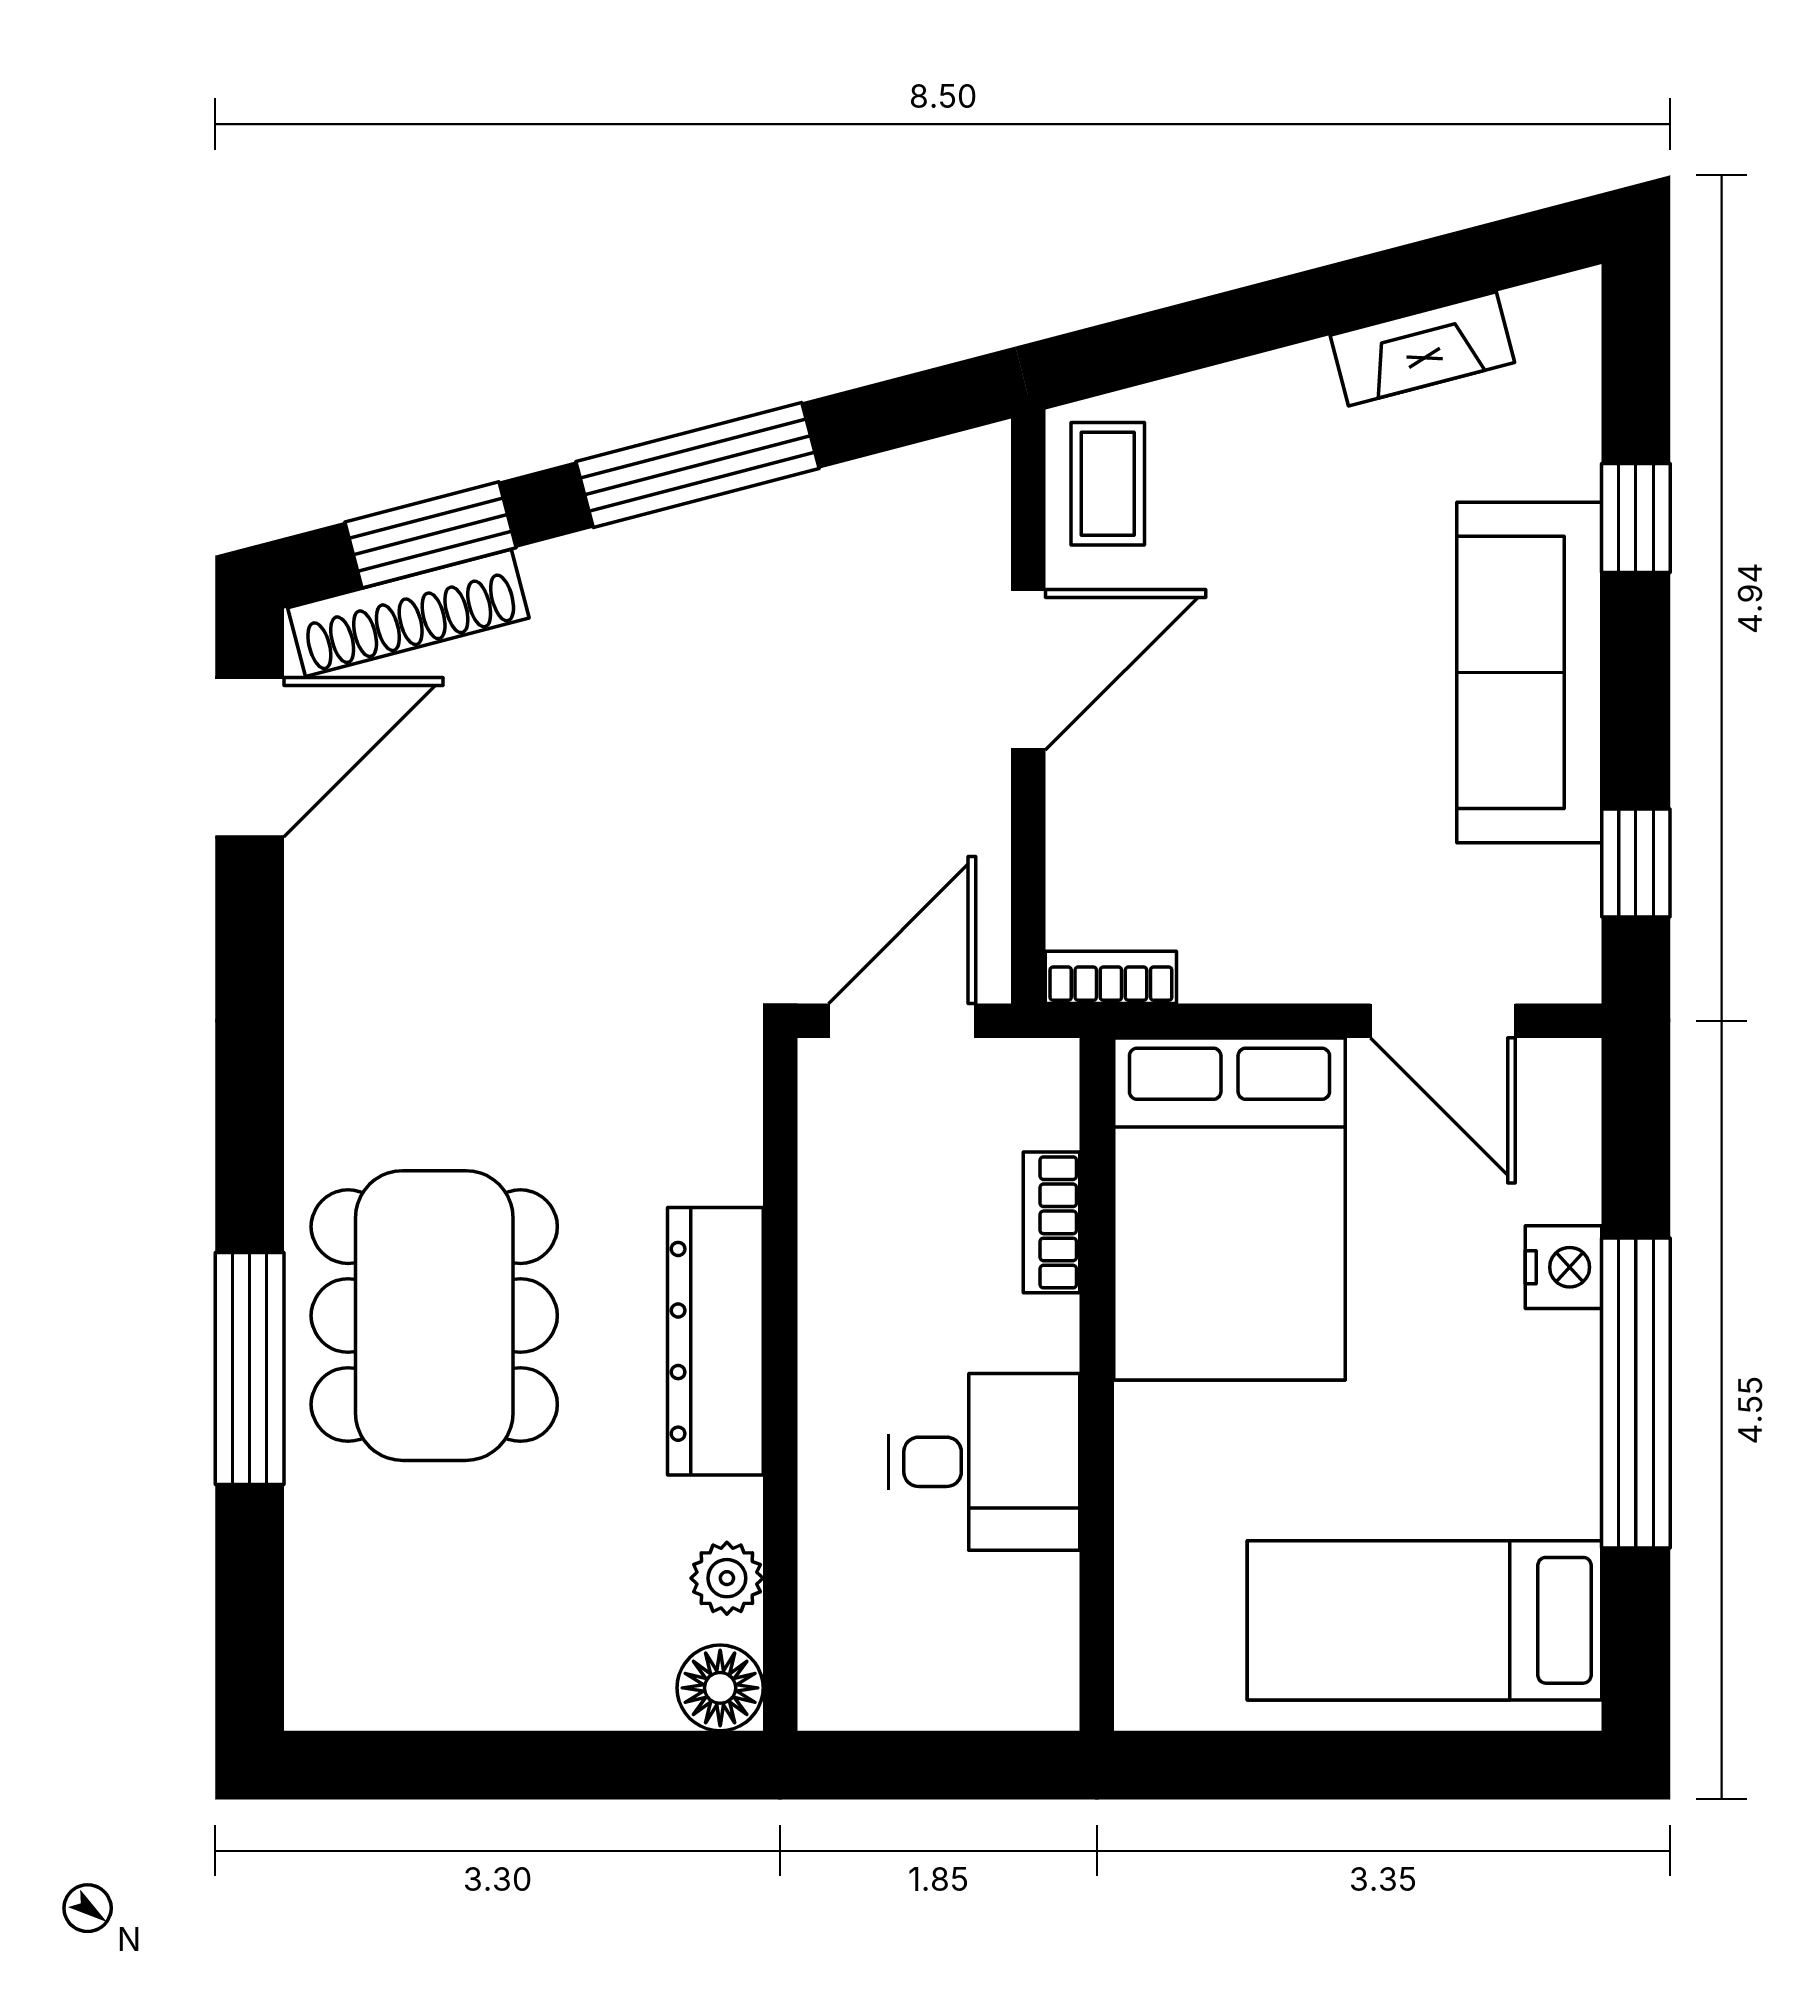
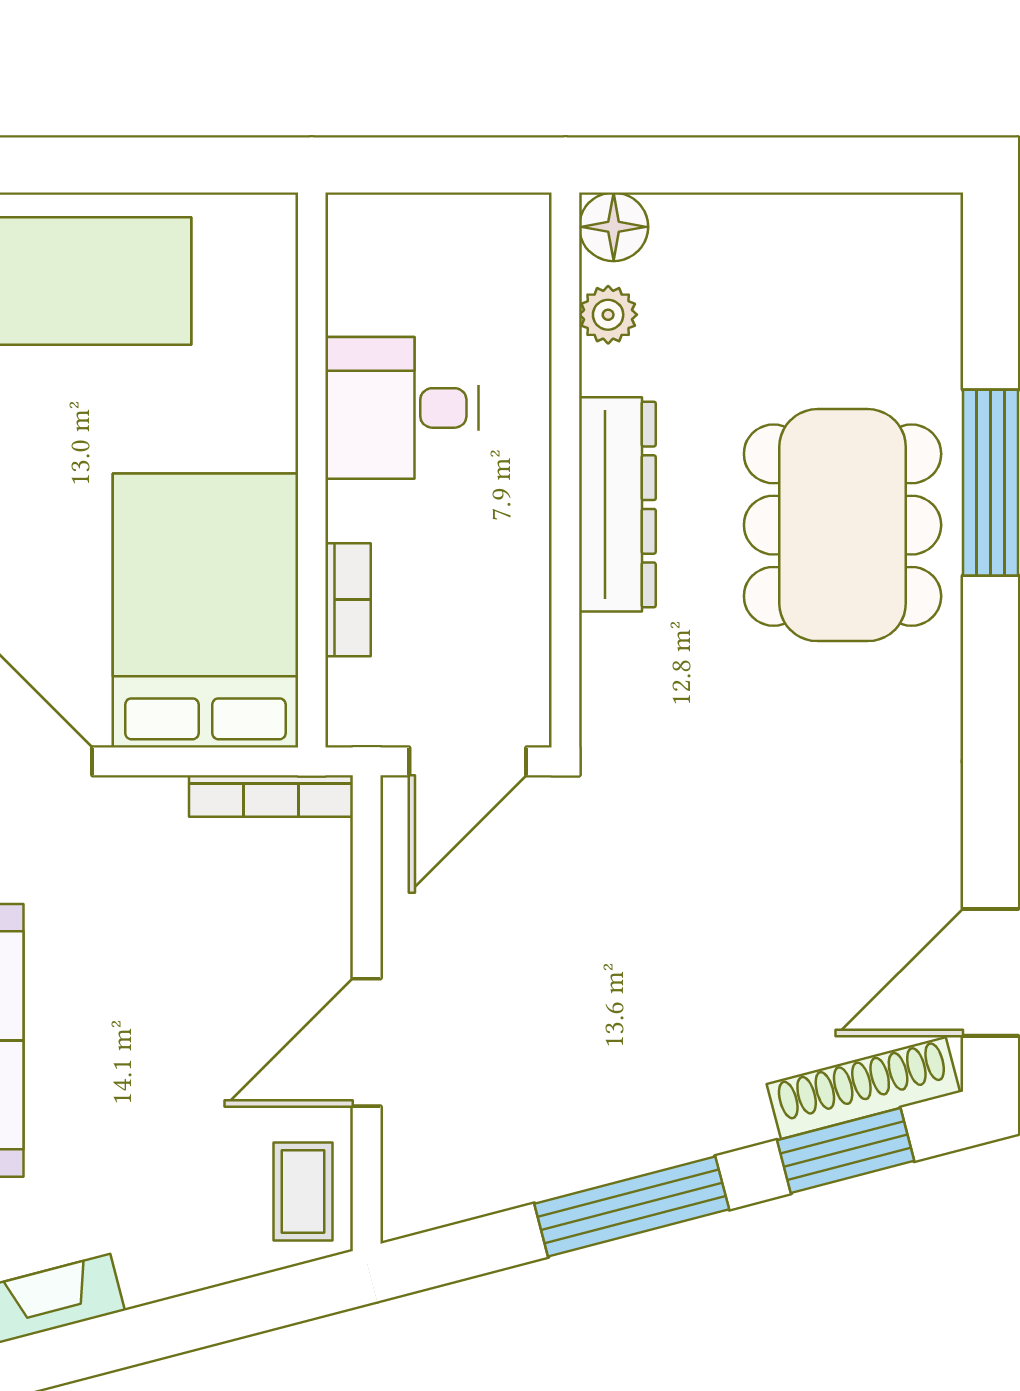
bookcase: (1111, 977) -> (271, 796), width x1.56

